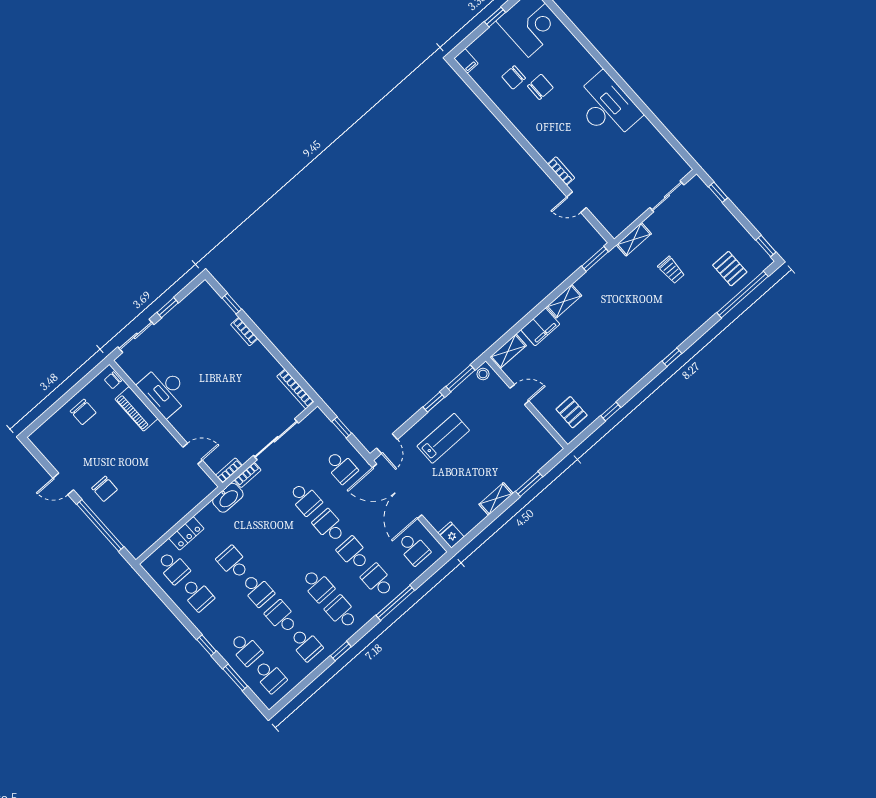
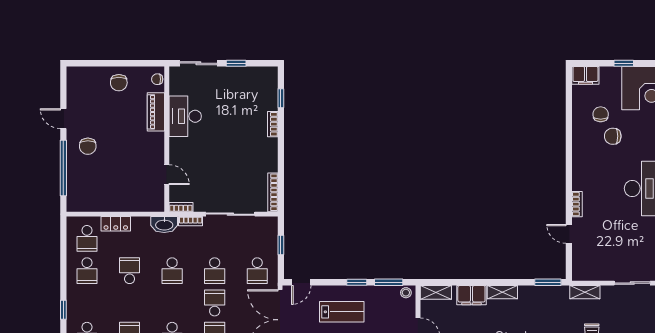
filing cabinet: (466, 61) -> (585, 75), width x2.00
chair: (514, 77) -> (601, 114), turned 90
chair: (540, 87) -> (613, 136), turned 180
school desk: (257, 590) -> (172, 271), moved

